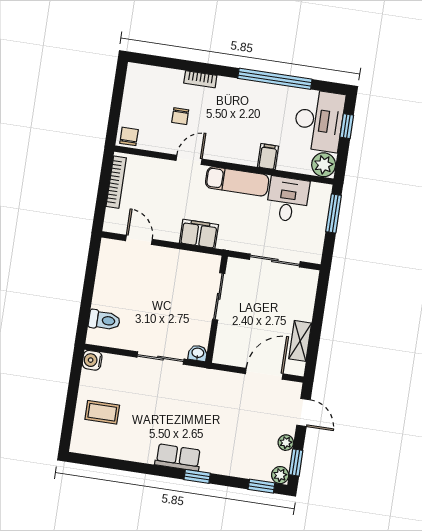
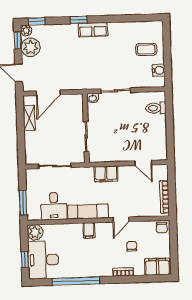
filing cabinet: (147, 78) -> (157, 267), added
filing cabinet: (268, 157) -> (89, 230), moved
water cooler: (92, 360) -> (158, 70), moved
plant: (286, 443) -> (31, 47), width x1.88, depth x1.88

